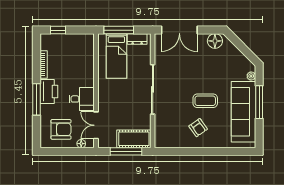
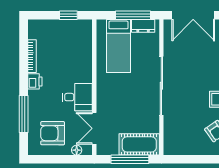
window: (58, 30) -> (68, 15), moved
window: (119, 30) -> (133, 15), moved
printer: (49, 91) -> (35, 81), width x0.53, depth x0.68
window: (37, 99) -> (24, 114), moved
armchair: (61, 129) -> (53, 133), turned 180

